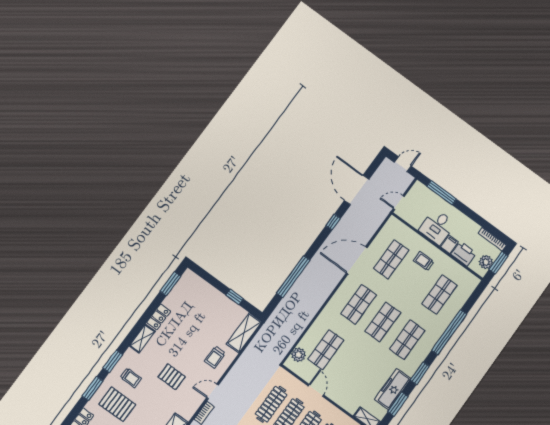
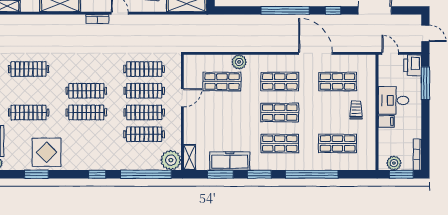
printer: (464, 254) -> (413, 65), moved, turned 180
window: (293, 277) -> (285, 10), moved
plant: (299, 355) -> (239, 62), moved

